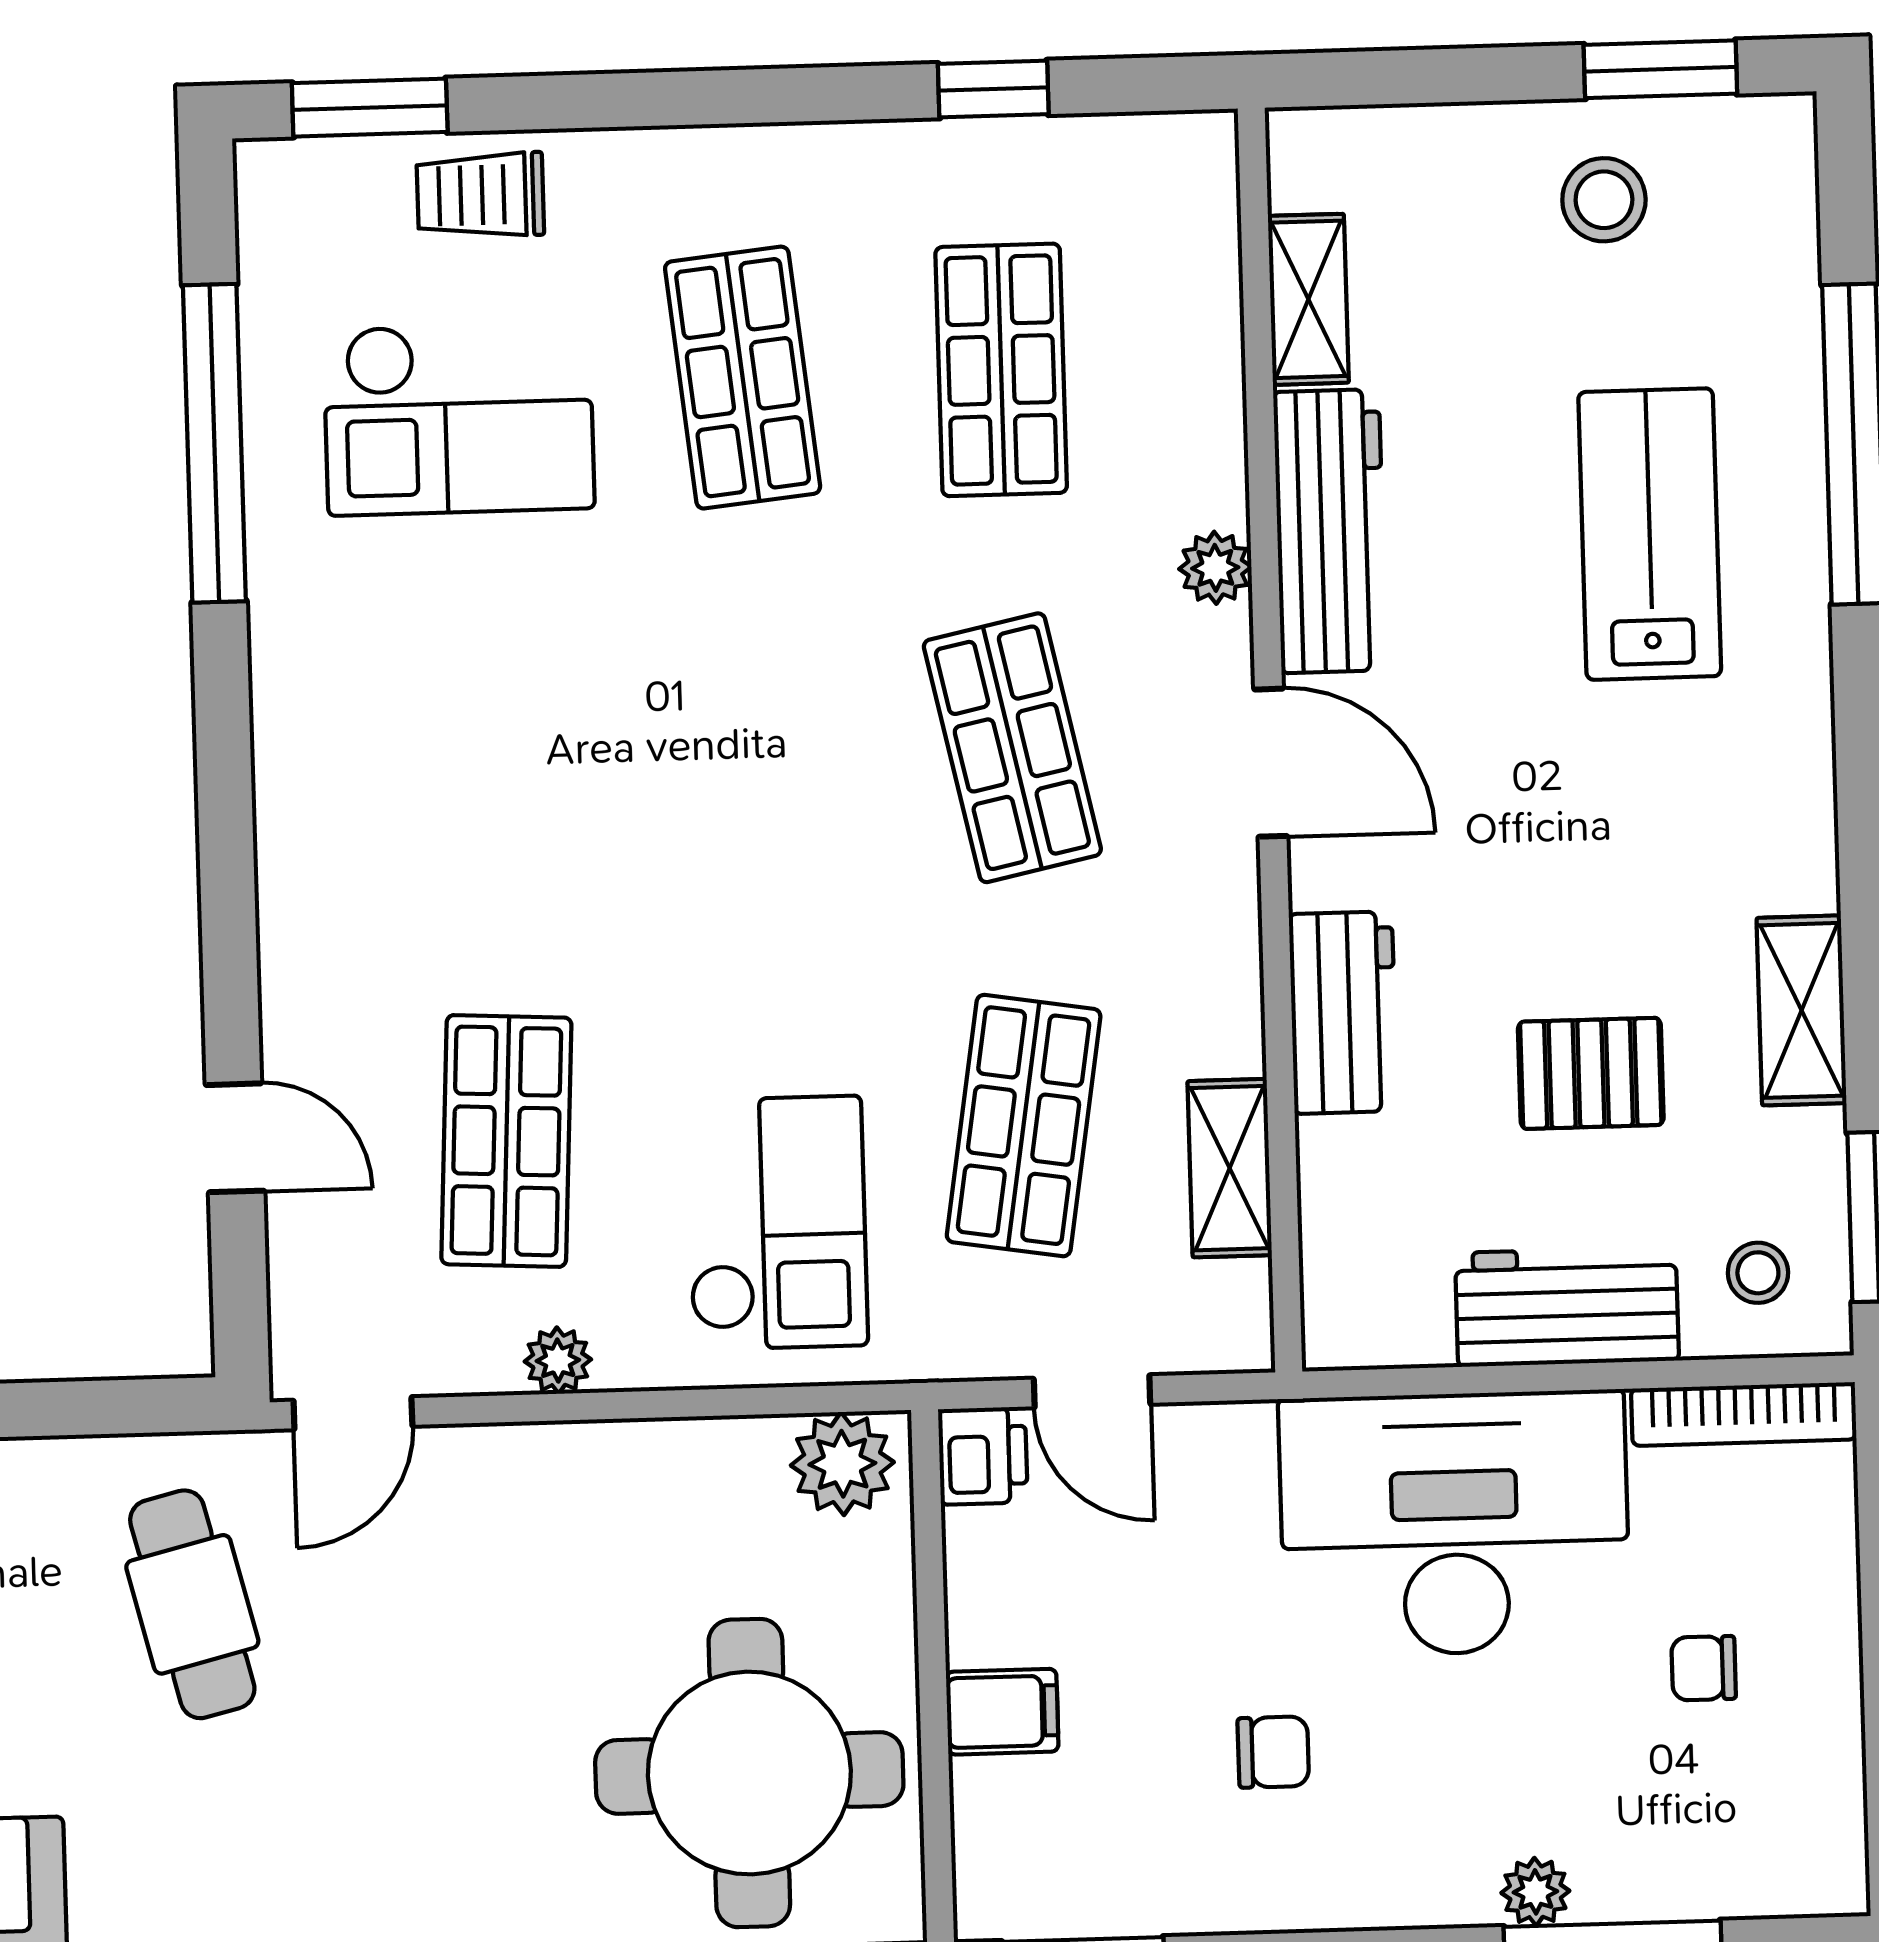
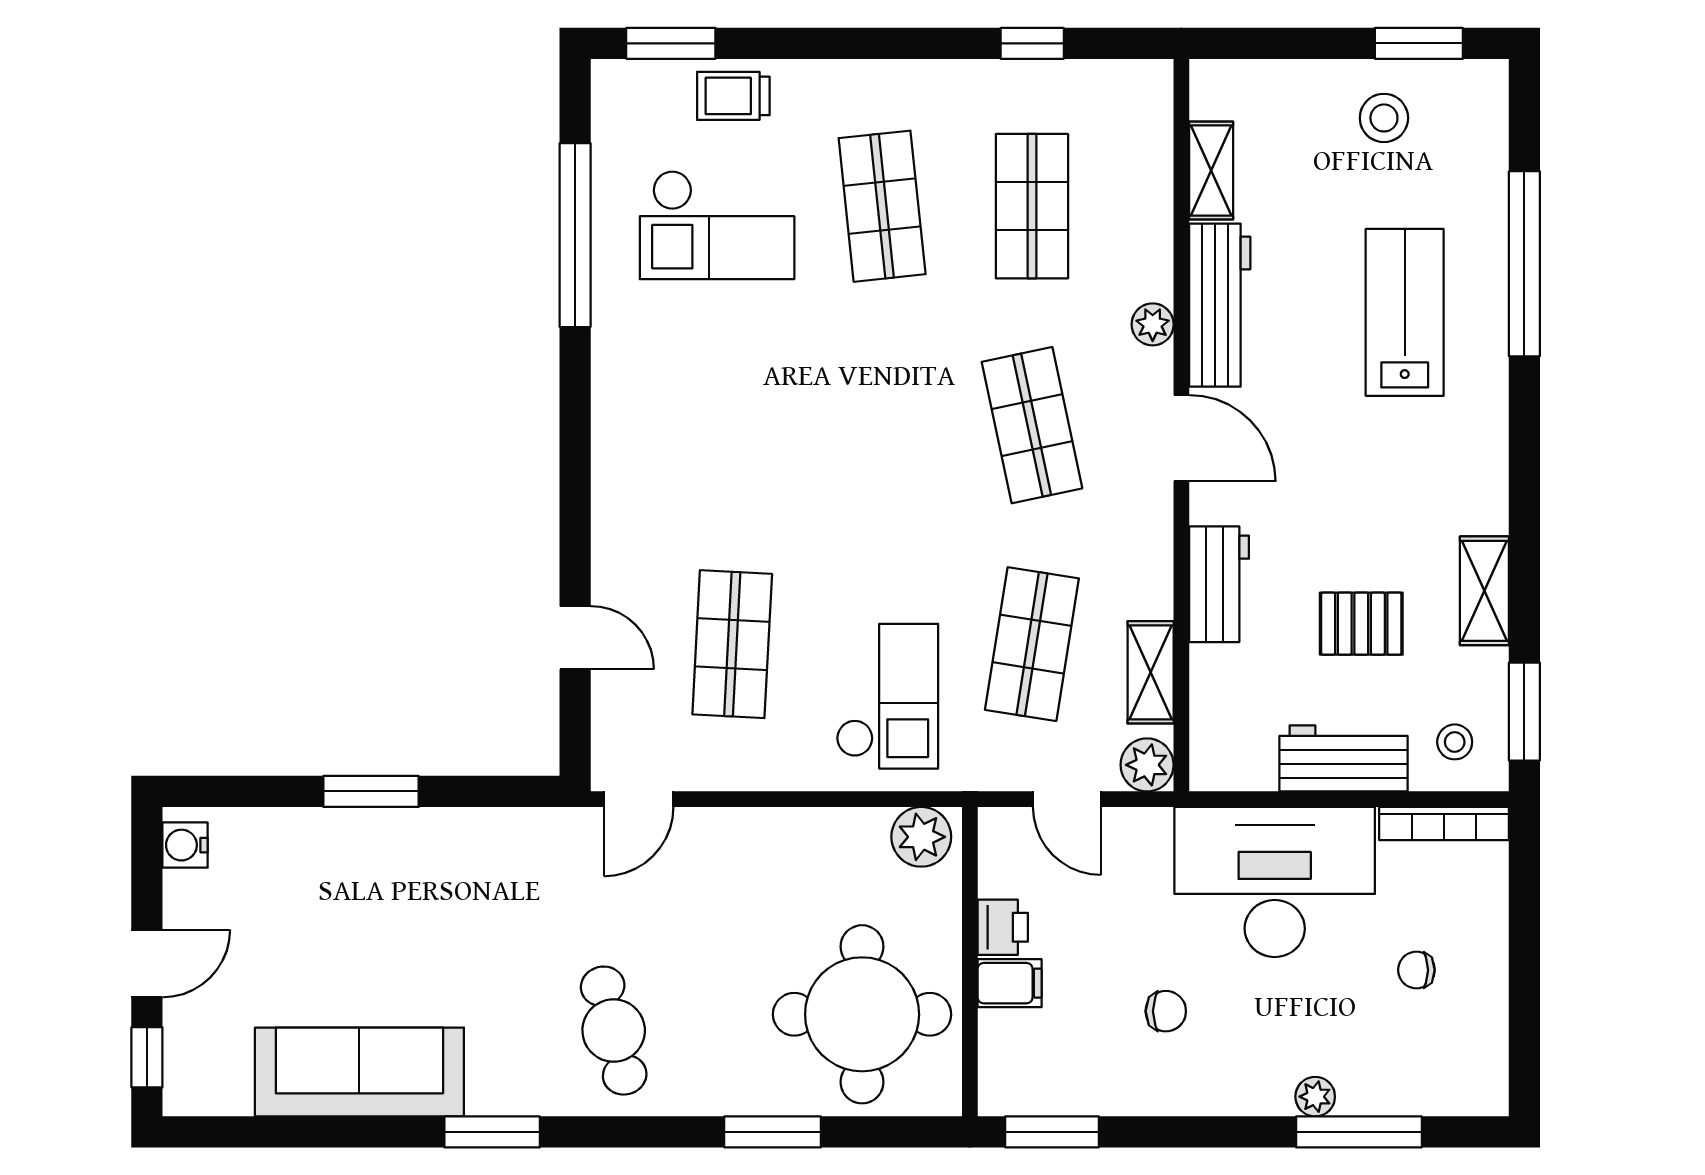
plant: (558, 1360) -> (1147, 765), moved, width x1.38, depth x1.38
printer: (983, 1456) -> (1003, 927), moved
cafe table: (192, 1604) -> (614, 1031), moved

